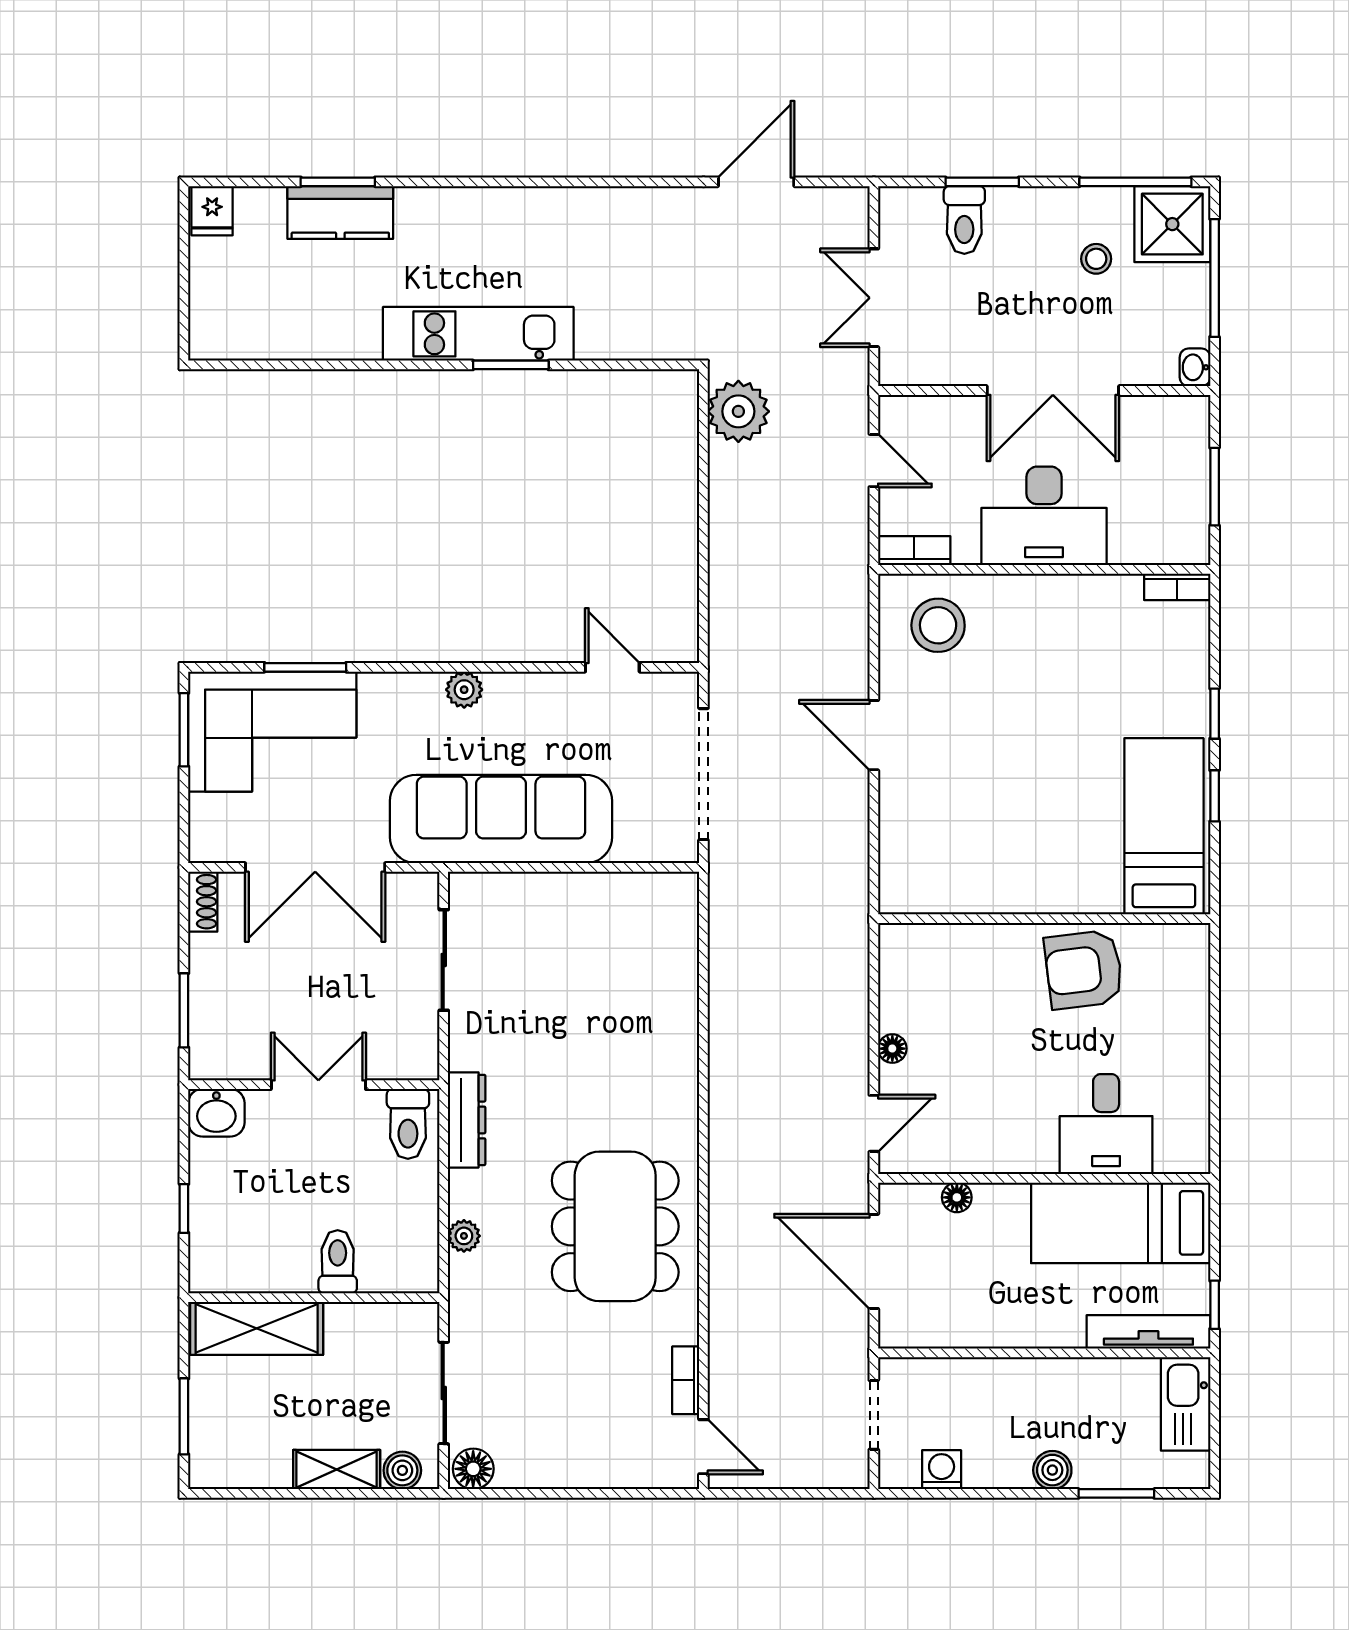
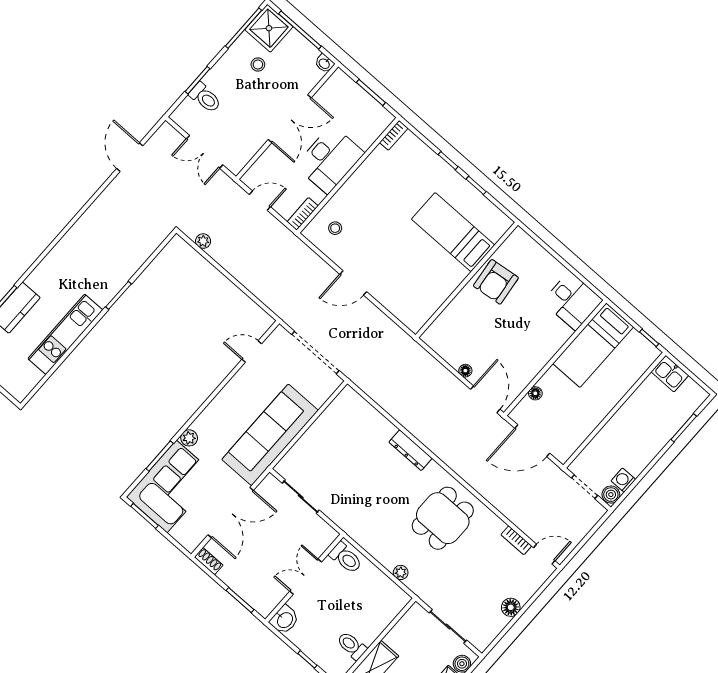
kitchen unit: (478, 334) -> (65, 334), moved
plant: (738, 411) -> (203, 241), width x0.53, depth x0.53
stool: (938, 625) -> (335, 228), width x0.53, depth x0.53
plant: (464, 690) -> (189, 438), moved
bed: (1164, 826) -> (453, 232), moved
dresser: (467, 1120) -> (411, 450), moved, turned 180
door: (874, 1123) -> (485, 399), width x1.38
desk: (1106, 1124) -> (572, 301), moved
dining table: (615, 1226) -> (443, 518), width x0.73
toilet: (338, 1262) -> (352, 646), moved
tv unit: (1148, 1332) -> (639, 368), removed
kitchen sink: (1186, 1404) -> (670, 374), width x0.73
floor lamp: (473, 1469) -> (511, 607), moved
boiler: (1052, 1470) -> (611, 495), moved

